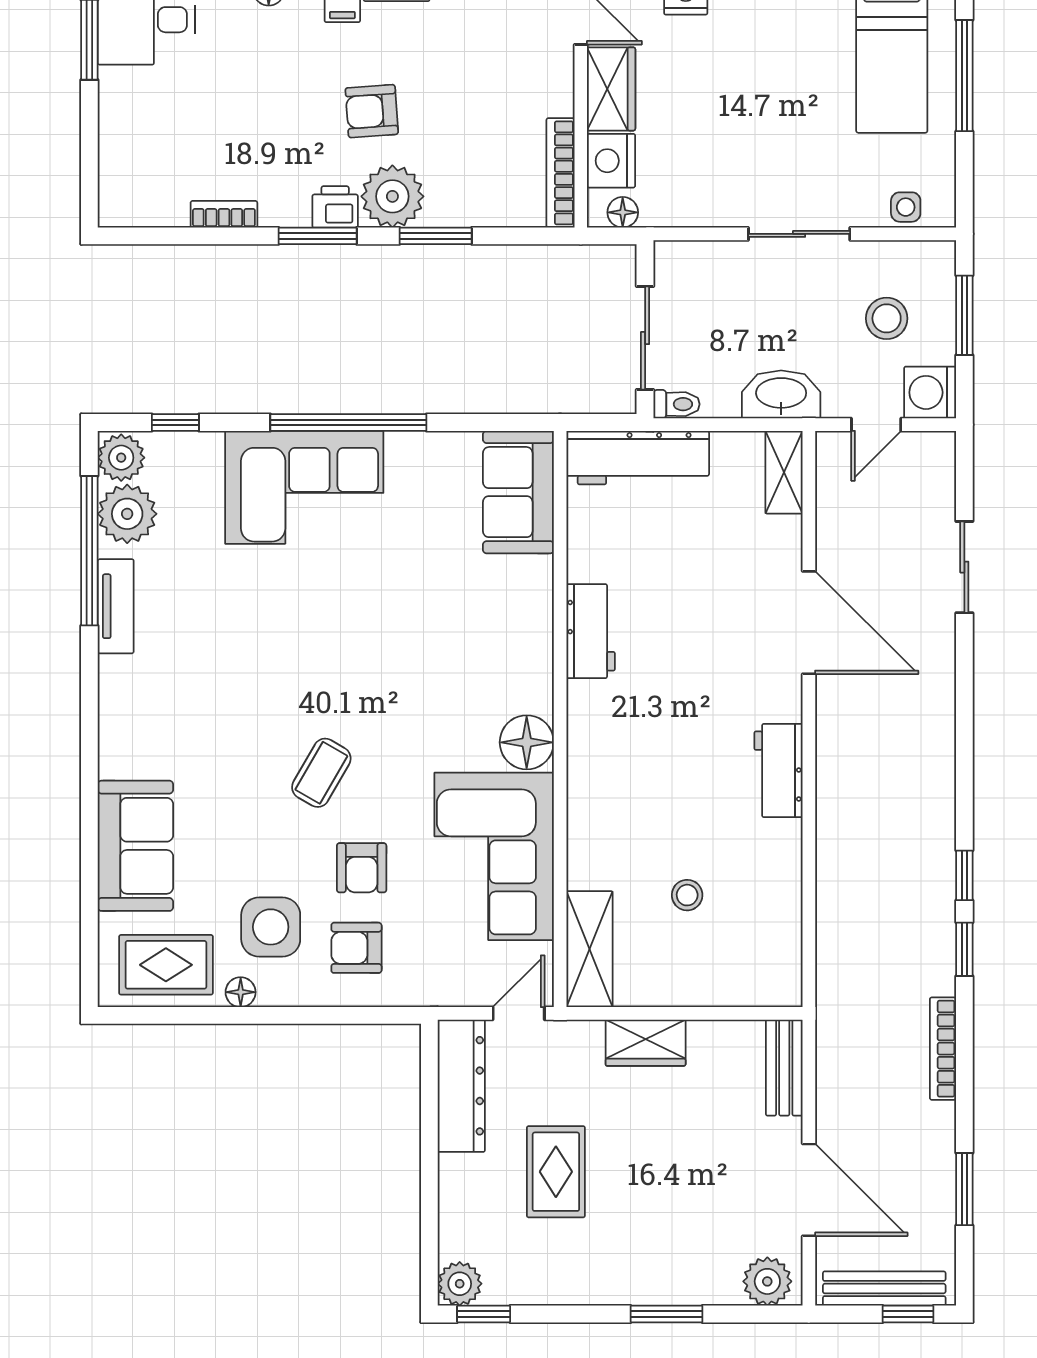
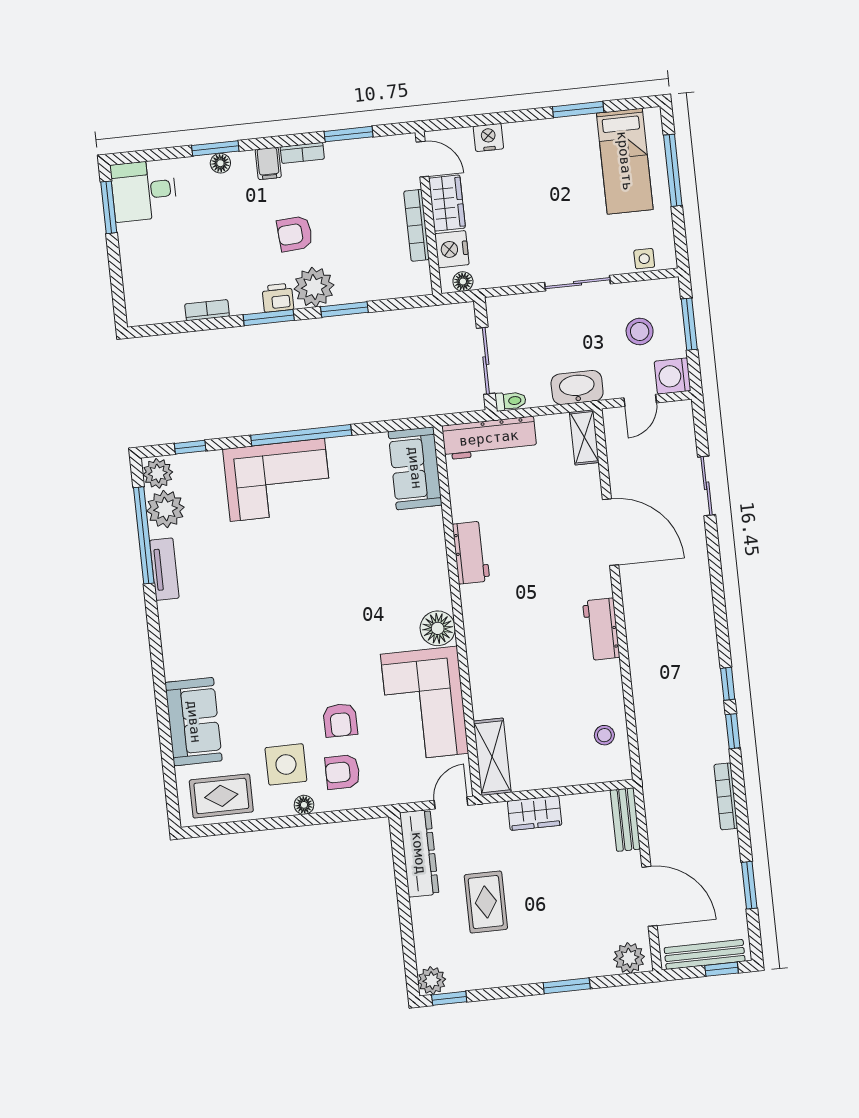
bookcase: (561, 173) -> (417, 225), moved
coffee table: (321, 773) -> (308, 662), removed
stool: (687, 895) -> (604, 735), moved
floor lamp: (241, 992) -> (304, 805), moved

